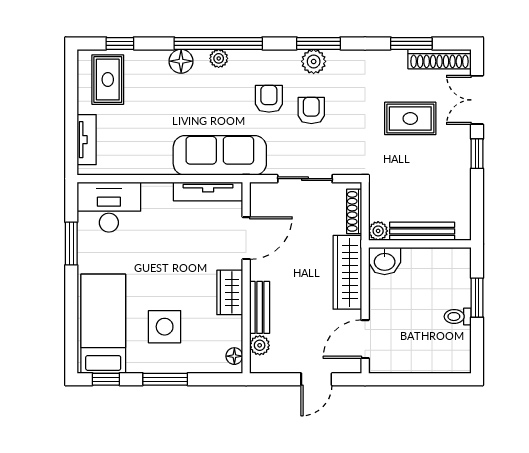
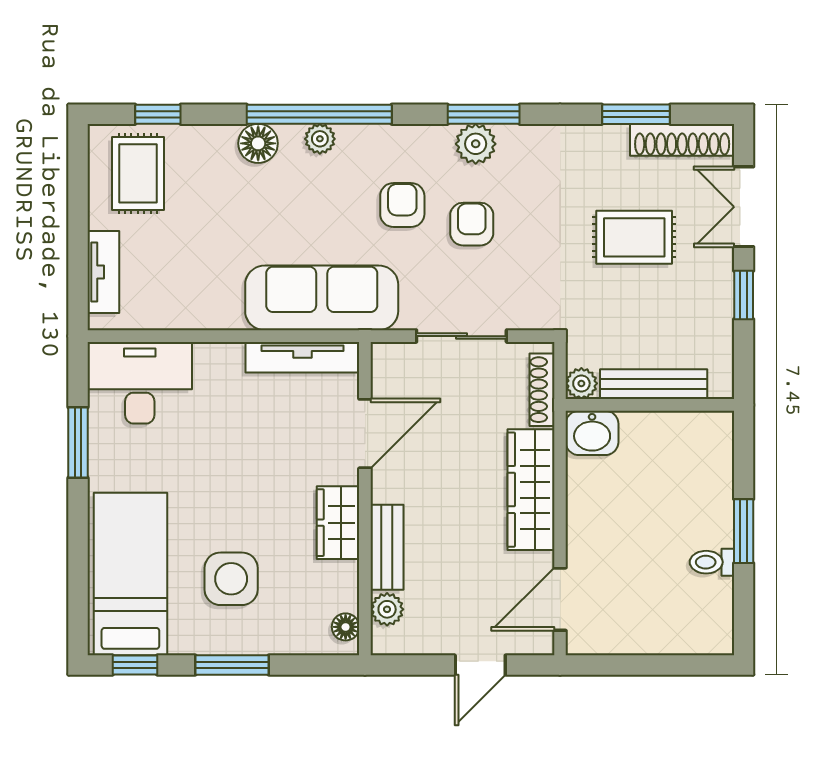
plant: (378, 231) -> (581, 383), moved
bench: (422, 231) -> (654, 384), moved
wall: (420, 244) -> (650, 405), moved
washbasin: (385, 261) -> (592, 433), moved

